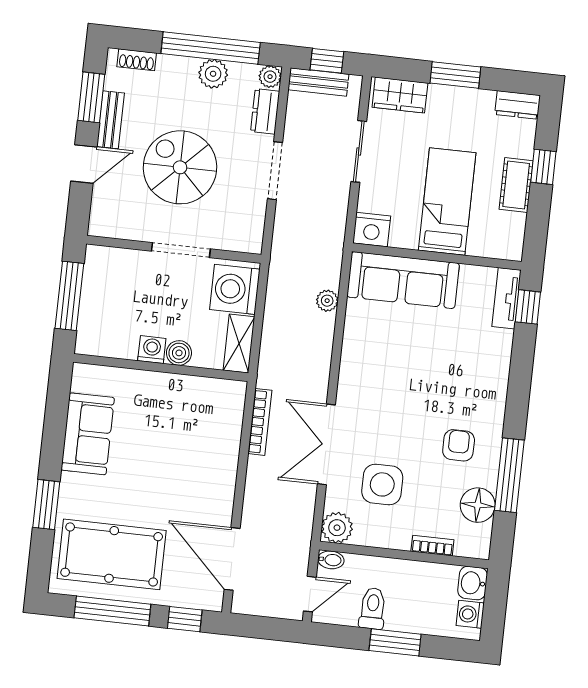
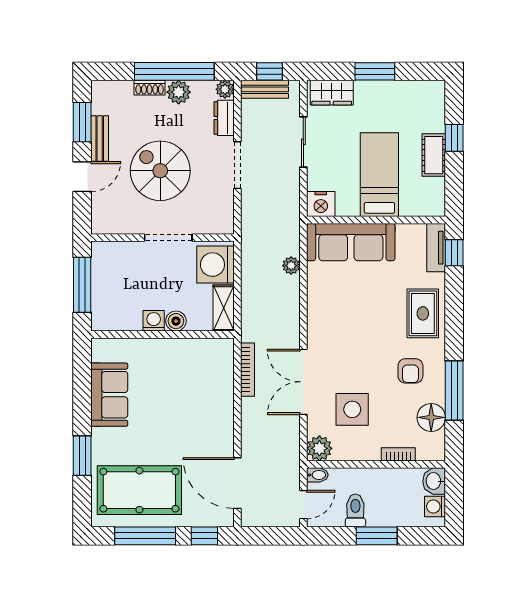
shoe rack: (137, 60) -> (150, 88), moved
dresser: (518, 105) -> (428, 90), removed
rug: (481, 377) -> (423, 313), added
armchair: (459, 445) -> (410, 371), turned 180

